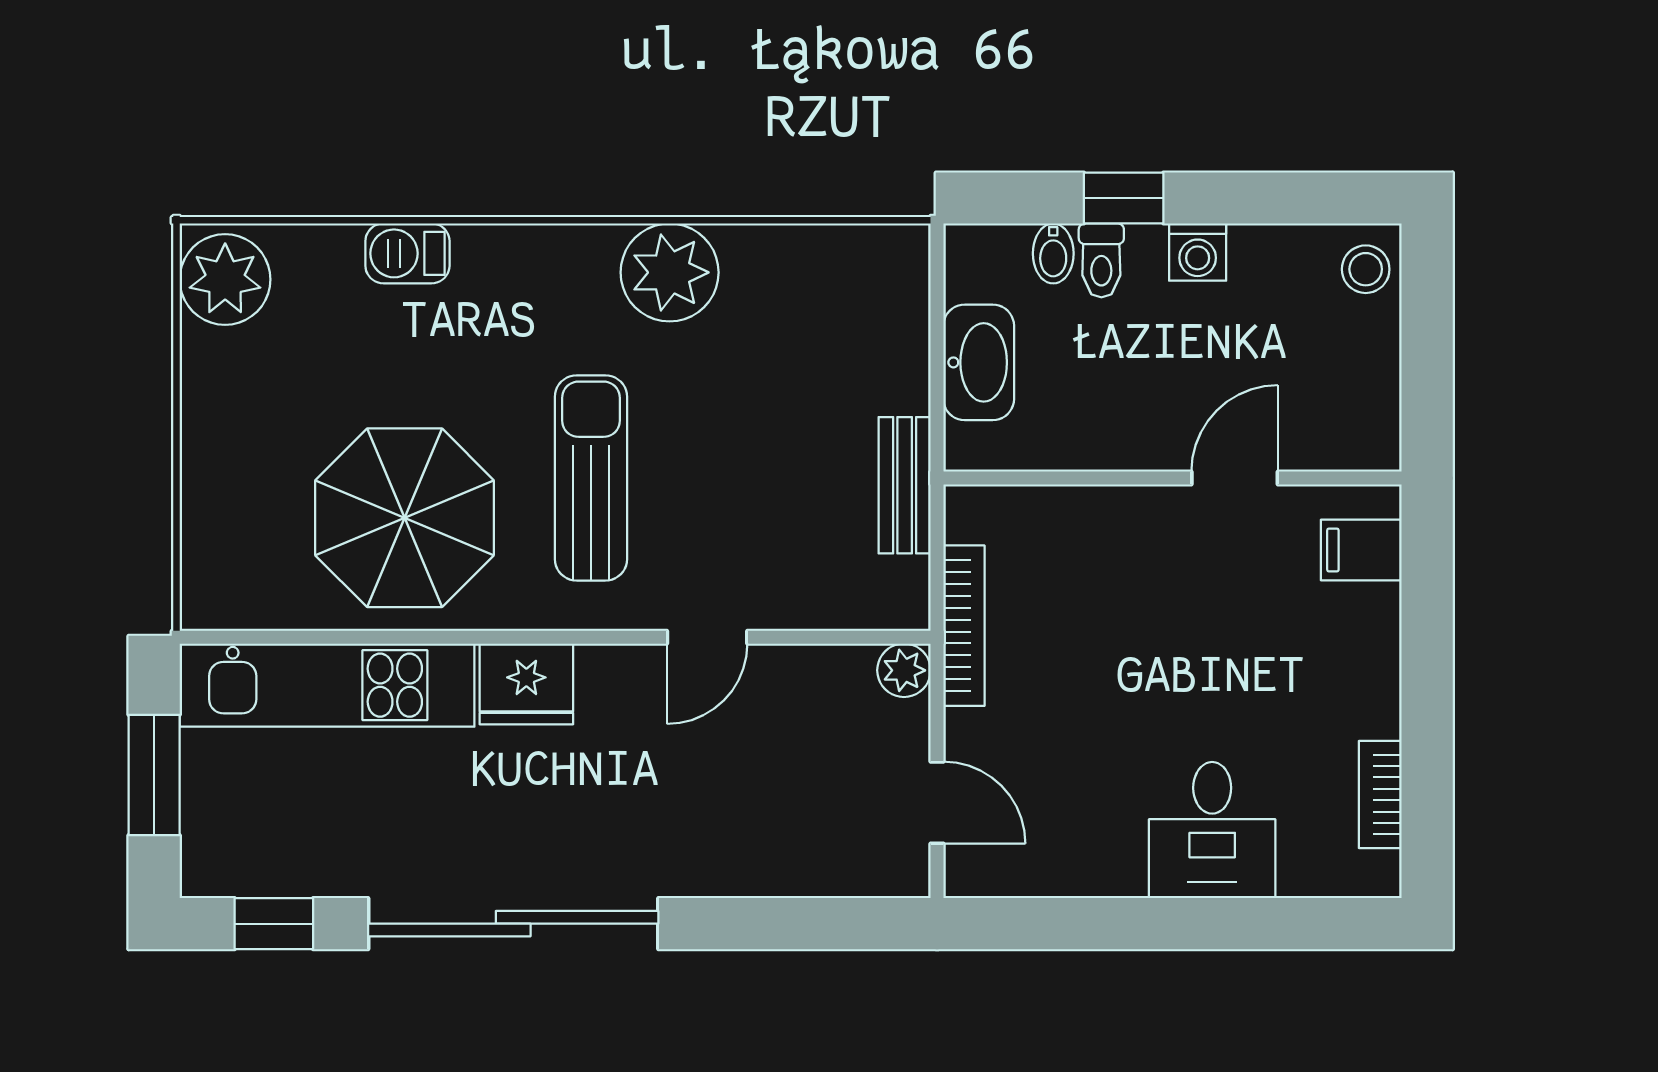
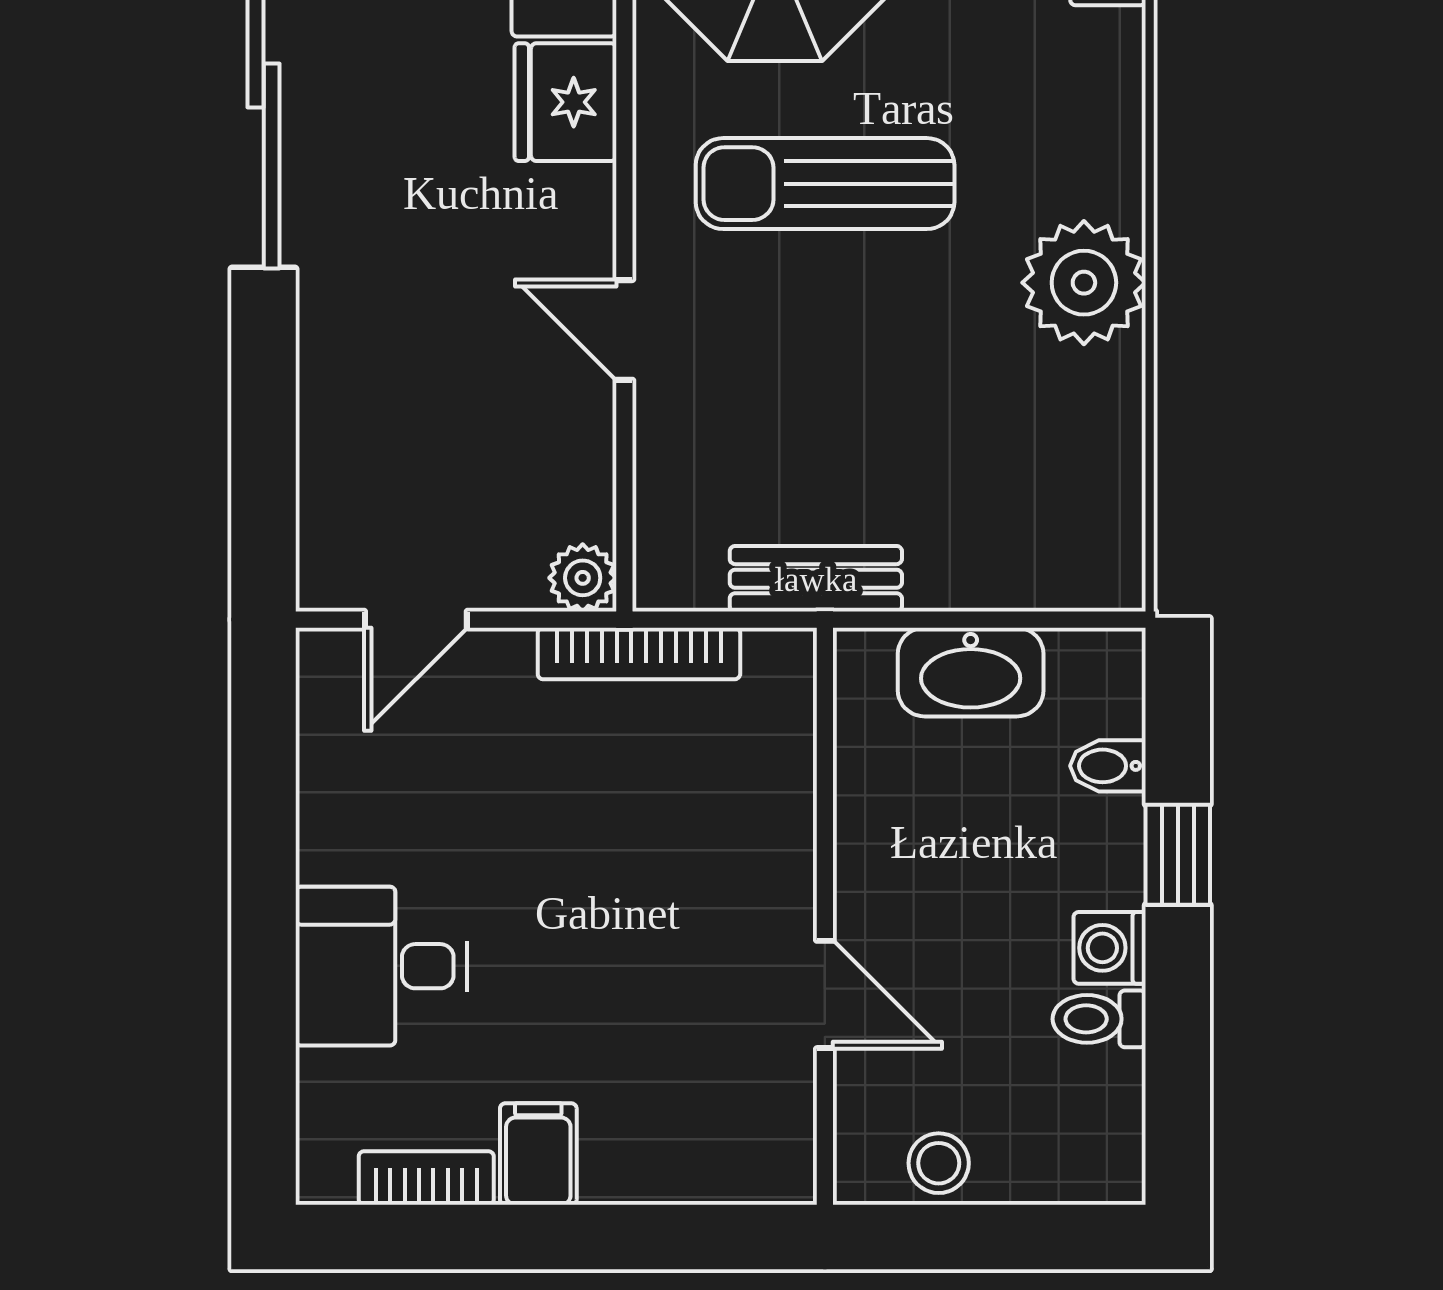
toilet: (1101, 260) -> (1099, 1019), moved
stool: (1366, 269) -> (939, 1163), moved
sun lounger: (591, 478) -> (825, 184), turned 180
filing cabinet: (1361, 550) -> (538, 1154), moved

